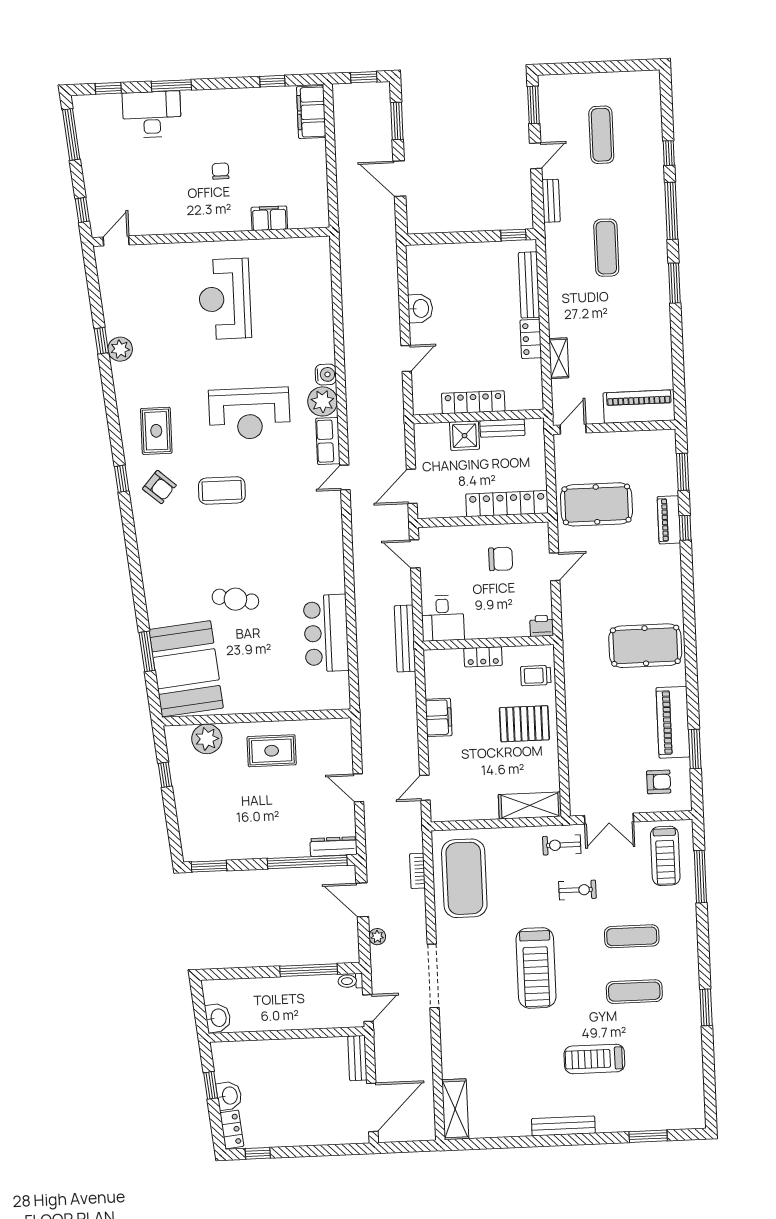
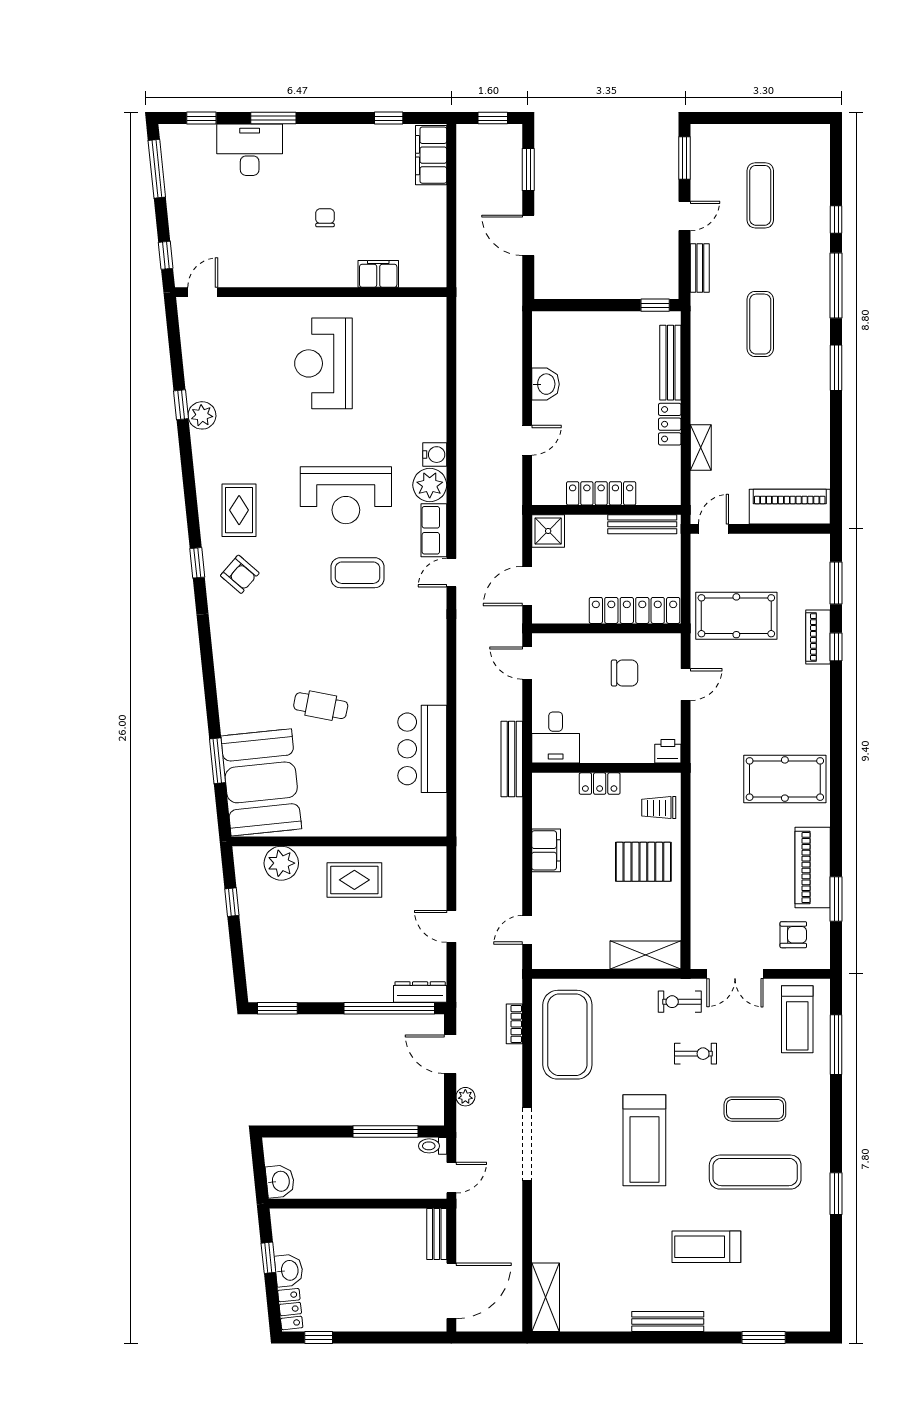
bench: (502, 428) -> (642, 524), width x1.36
shower: (465, 436) -> (548, 531), moved
coffee table: (222, 490) -> (358, 573), moved
exercise mat: (634, 992) -> (755, 1172), width x1.36, depth x1.45

